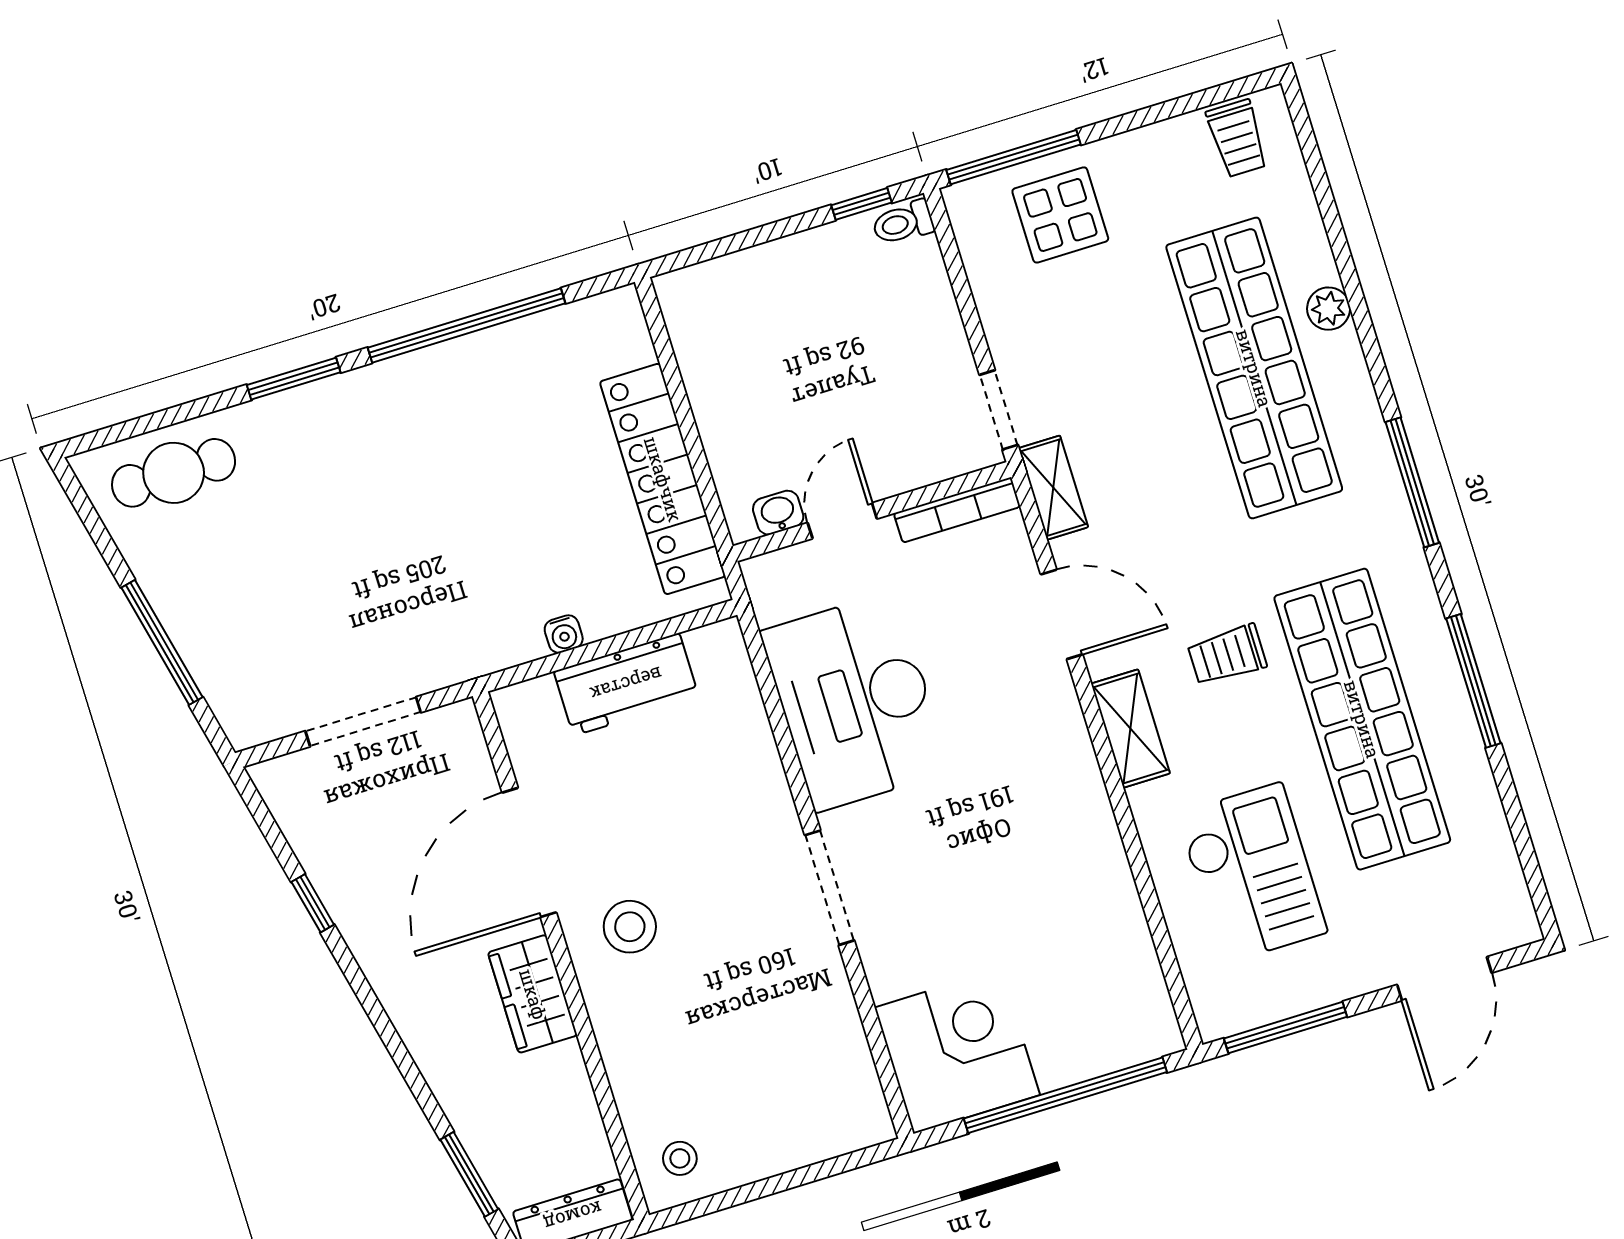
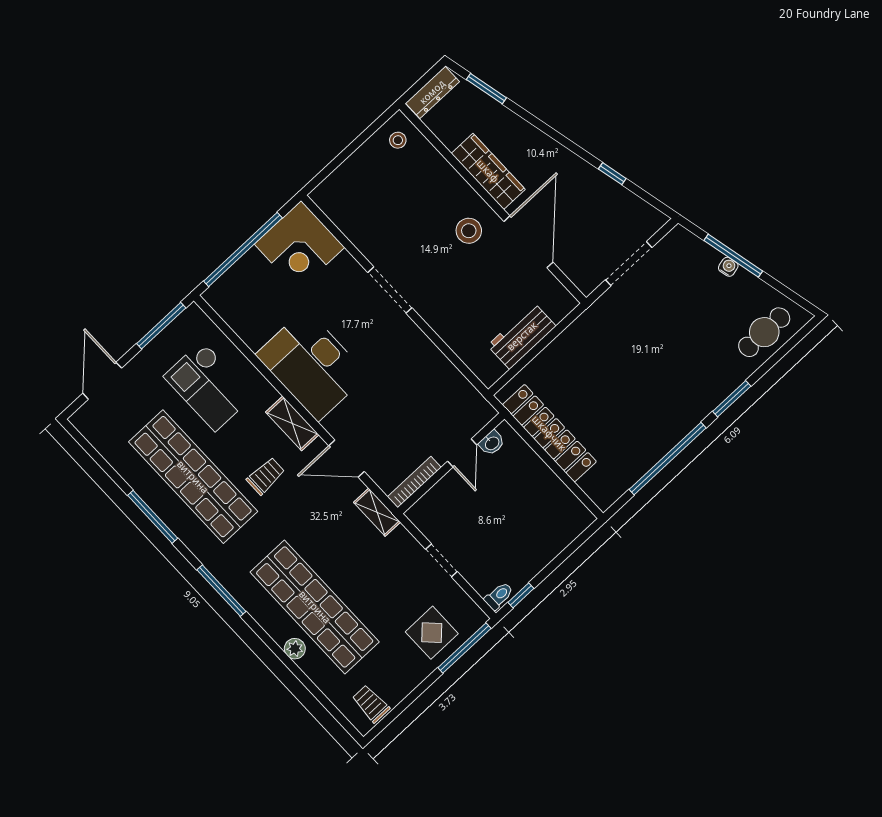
doorway: (999, 410) -> (441, 560), moved
water cooler: (564, 634) -> (728, 267), moved, turned 77
desk: (855, 701) -> (312, 365), moved, turned 180
wardrobe: (533, 994) -> (488, 171), width x1.50

